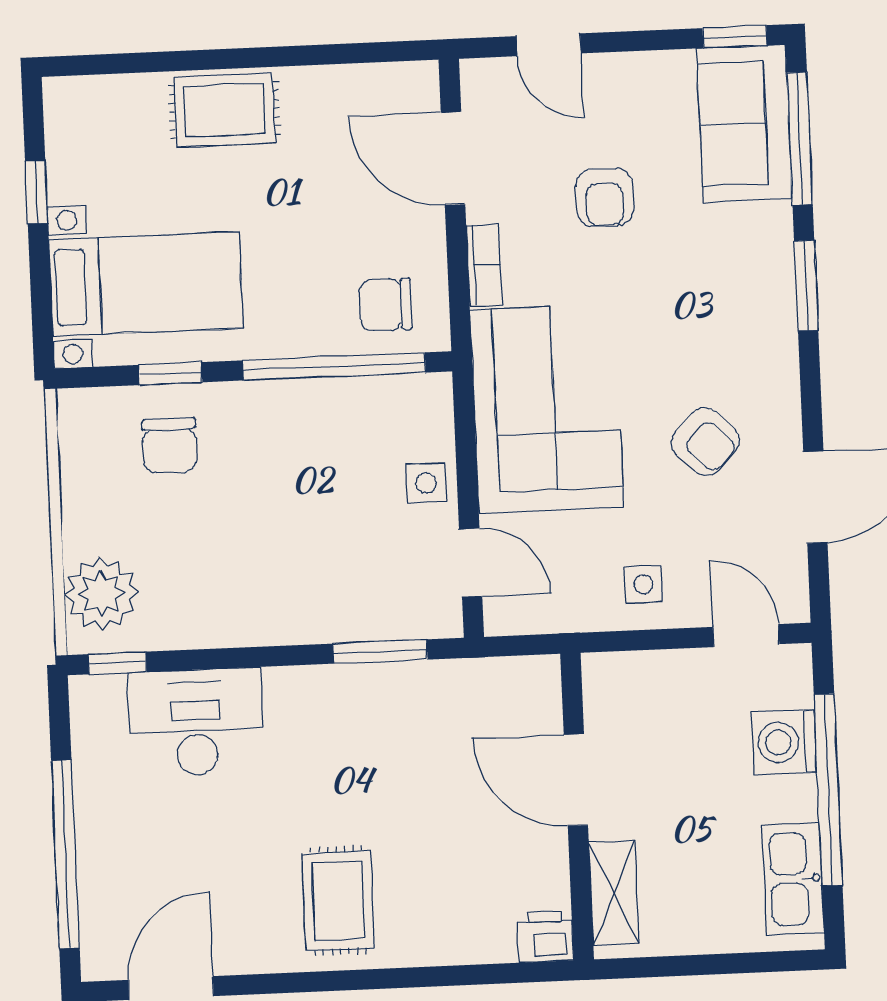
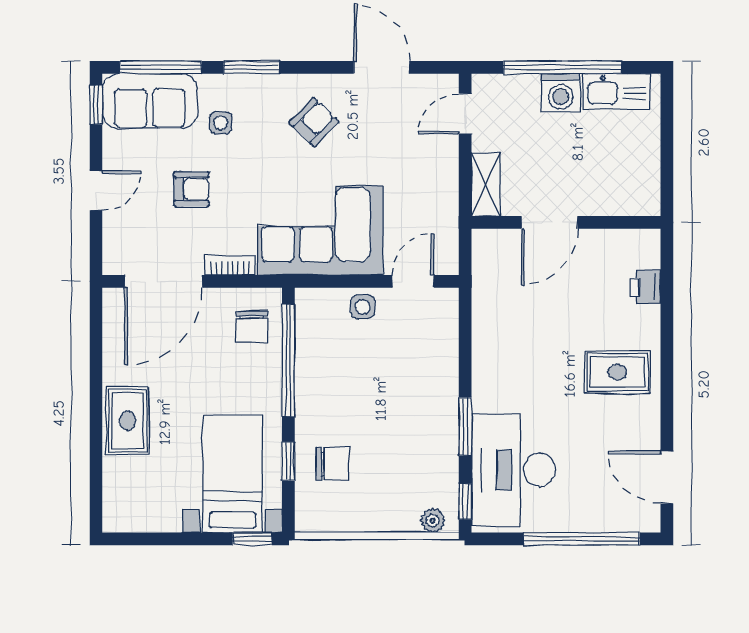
door: (549, 45) -> (96, 191), moved
door: (453, 158) -> (163, 281), width x1.36
window: (36, 192) -> (252, 539), moved
armchair: (705, 442) -> (314, 122), moved
side table: (643, 584) -> (221, 123), moved
plant: (101, 594) -> (433, 520), width x0.53, depth x0.53
window: (380, 652) -> (465, 426), moved
desk: (196, 722) -> (513, 470), width x1.36, depth x1.30
washing machine: (785, 742) -> (561, 93), moved
shelving: (614, 893) -> (486, 184), moved, turned 90
printer: (545, 937) -> (645, 287), moved

